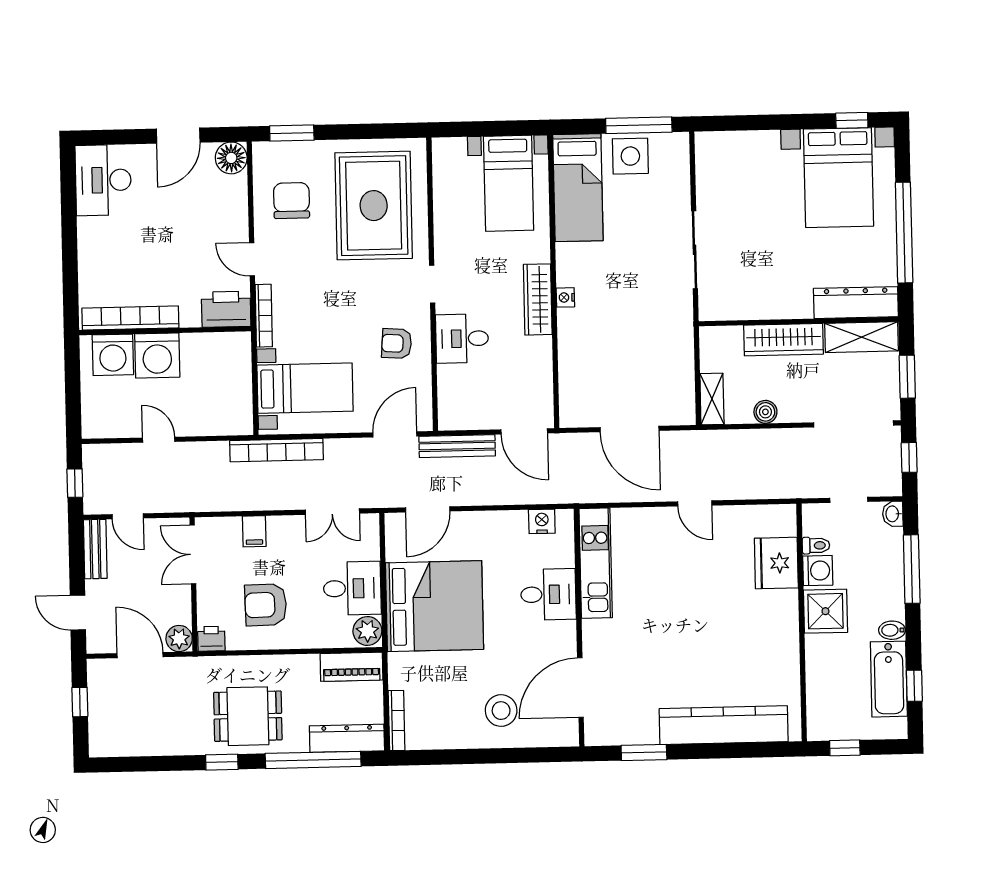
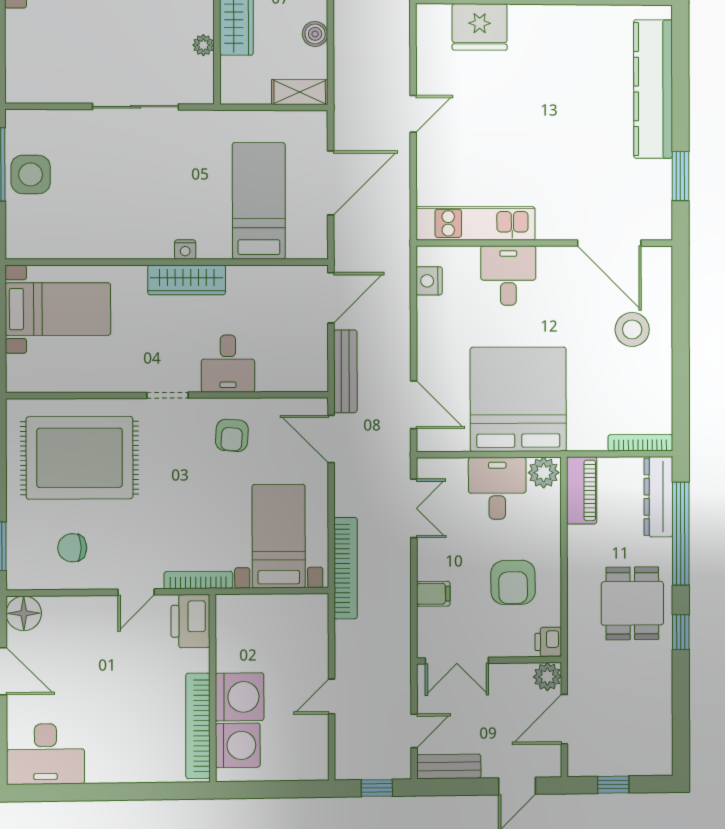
bed: (578, 188) -> (259, 201), moved, turned -90
chair: (292, 201) -> (72, 548), width x0.73, depth x0.73
plant: (752, 310) -> (203, 45), added

